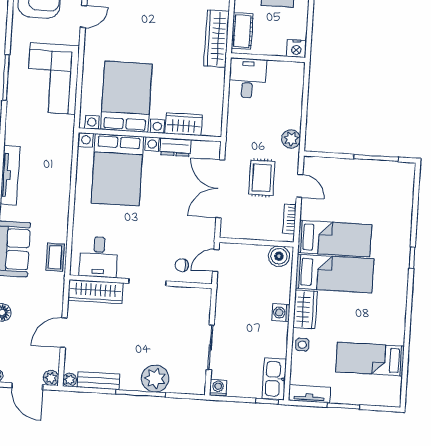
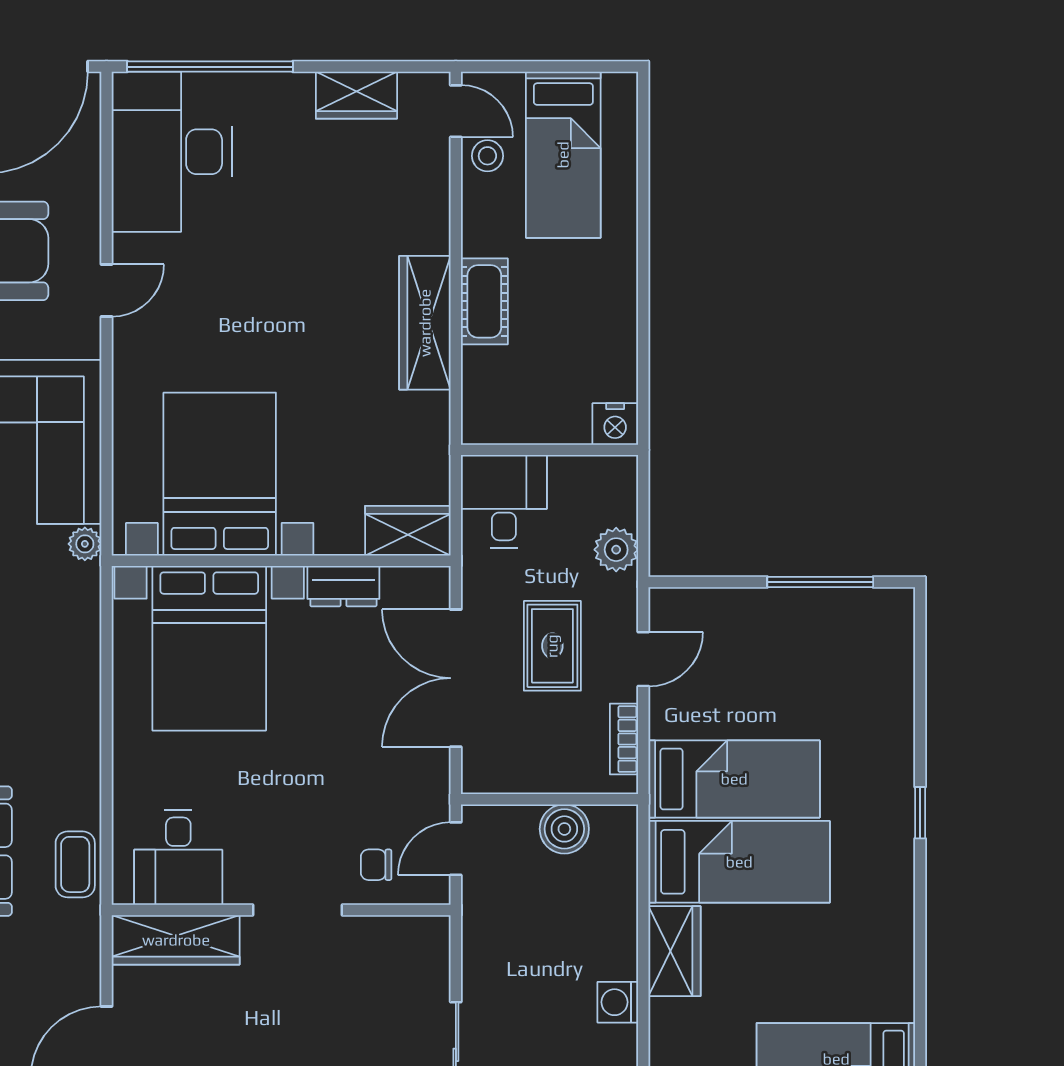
nightstand: (296, 48) -> (615, 424), moved
wall: (268, 58) -> (550, 450), moved
desk: (248, 78) -> (504, 501), moved
plant: (68, 123) -> (85, 544), added
wardrobe: (184, 124) -> (408, 531), moved
door: (300, 186) -> (643, 659), hinge flipped
boiler: (279, 256) -> (564, 829), moved
washing machine: (281, 313) -> (618, 1002), moved
side table: (302, 345) -> (673, 1035), removed

